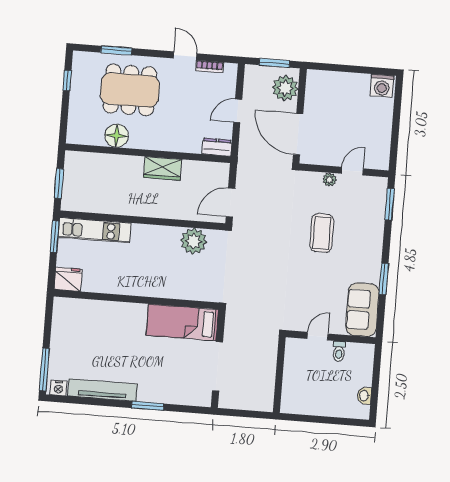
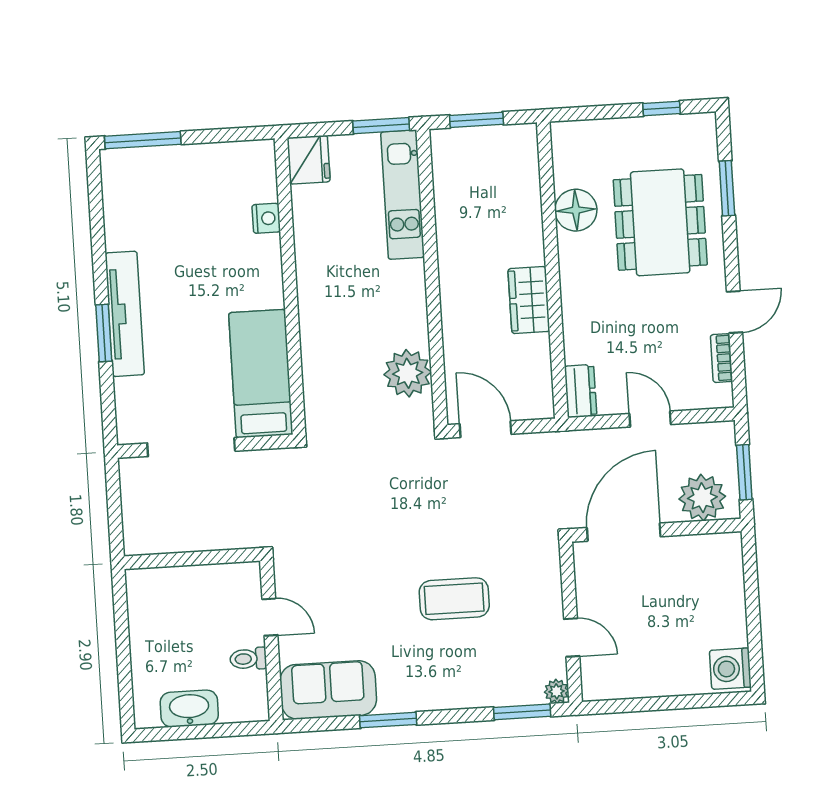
plant: (330, 180) -> (557, 691), moved
nightstand: (59, 388) -> (266, 218), moved, turned 180
tv unit: (103, 390) -> (125, 314), moved
washbasin: (364, 396) -> (189, 709), width x1.91, depth x1.45

